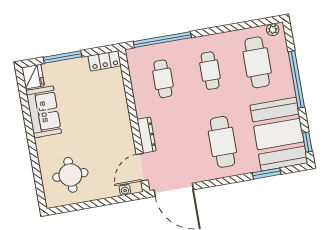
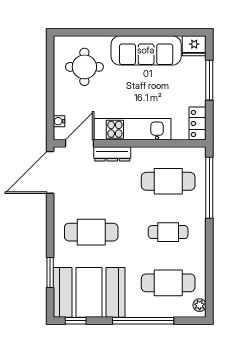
cafe table: (163, 79) -> (168, 181), width x1.37, depth x1.35
sofa: (44, 112) -> (146, 50), width x1.36
kitchen unit: (120, 120) -> (133, 129), added
door: (142, 167) -> (79, 143), hinge flipped

